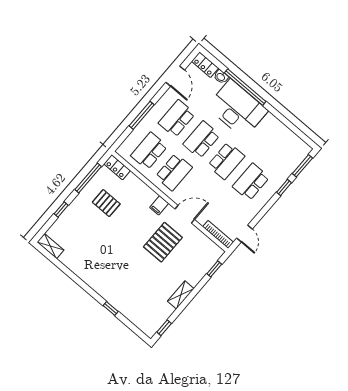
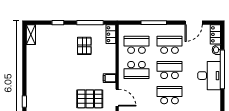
desk: (237, 109) -> (209, 76), width x0.73, depth x0.77
school desk: (226, 161) -> (170, 95), turned 180

